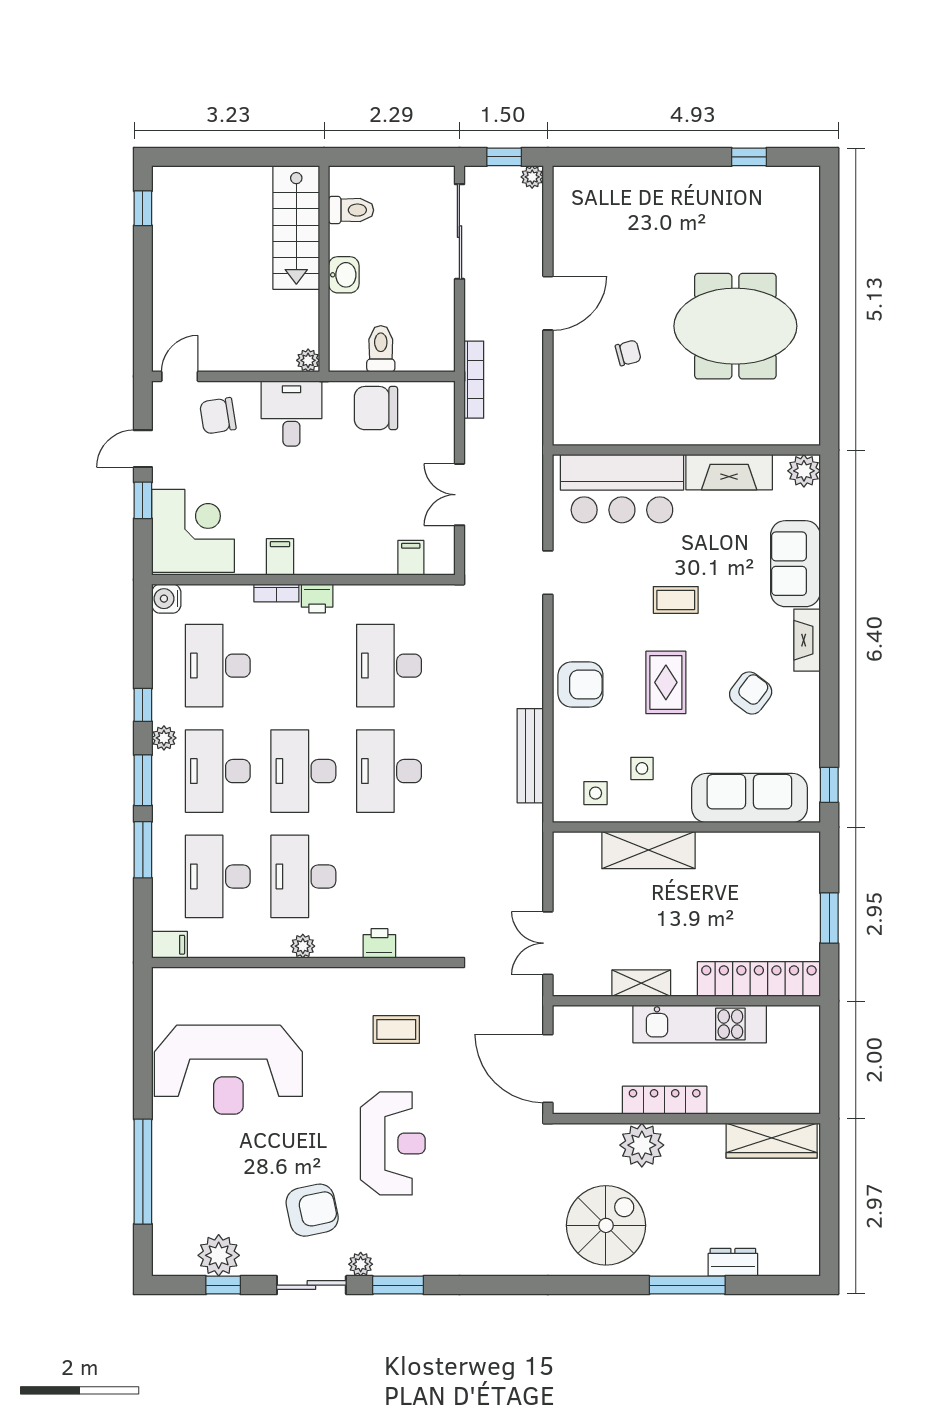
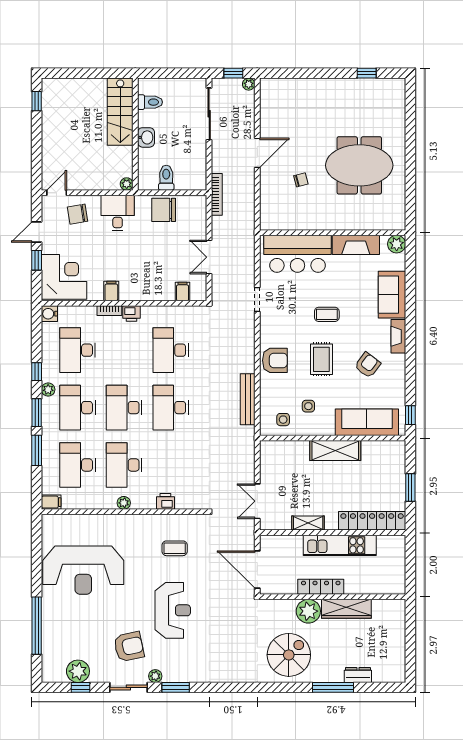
shelving: (648, 850) -> (335, 451), moved
wardrobe: (772, 1141) -> (346, 609), moved

